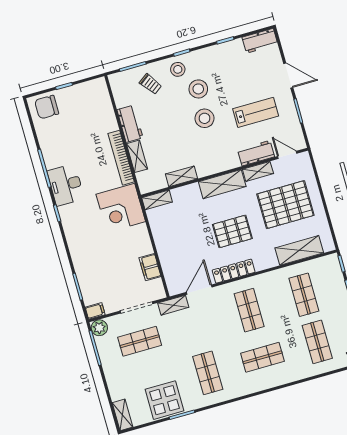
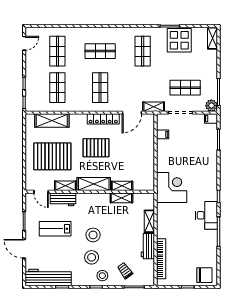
workbench: (260, 41) -> (48, 277), width x1.88, depth x1.32
bookcase: (121, 158) -> (161, 259), moved
shelving: (157, 200) -> (122, 186), moved
filing cabinet: (150, 267) -> (163, 134), width x0.50

